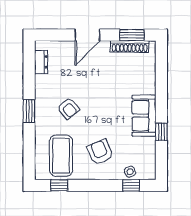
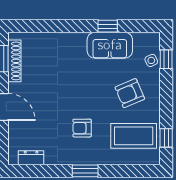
armchair: (68, 108) -> (82, 128), turned -141
sofa: (144, 116) -> (110, 45), moved

